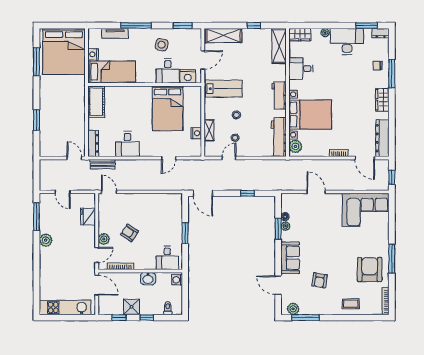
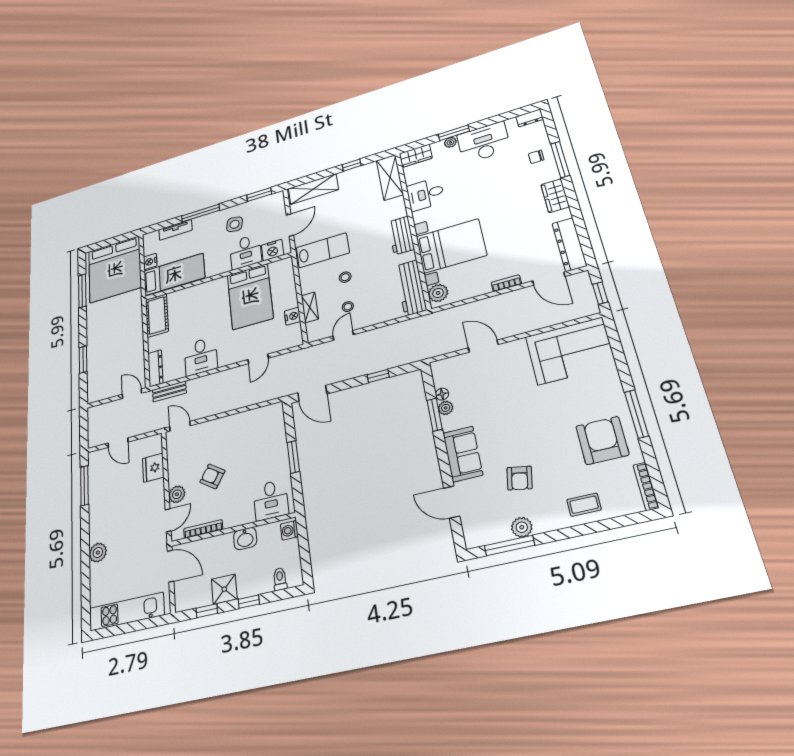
window: (367, 26) -> (454, 133), moved
plant: (46, 240) -> (98, 553), moved
plant: (293, 309) -> (522, 527), moved

